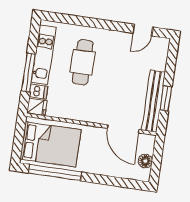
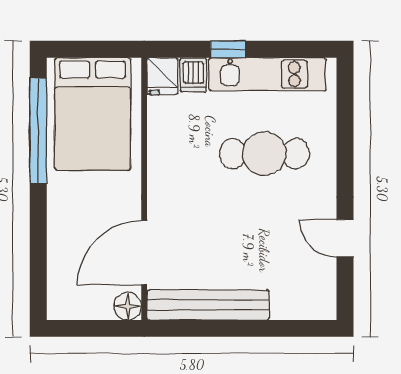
door: (143, 30) -> (345, 238), moved
window: (28, 73) -> (228, 49), width x0.46
window: (166, 99) -> (217, 328), removed
floor lamp: (145, 161) -> (128, 306), moved

